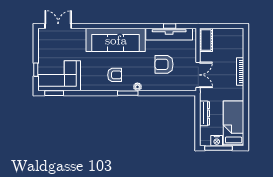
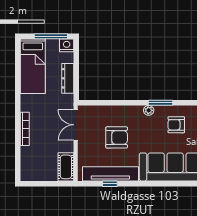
nightstand: (217, 141) -> (67, 45), moved

